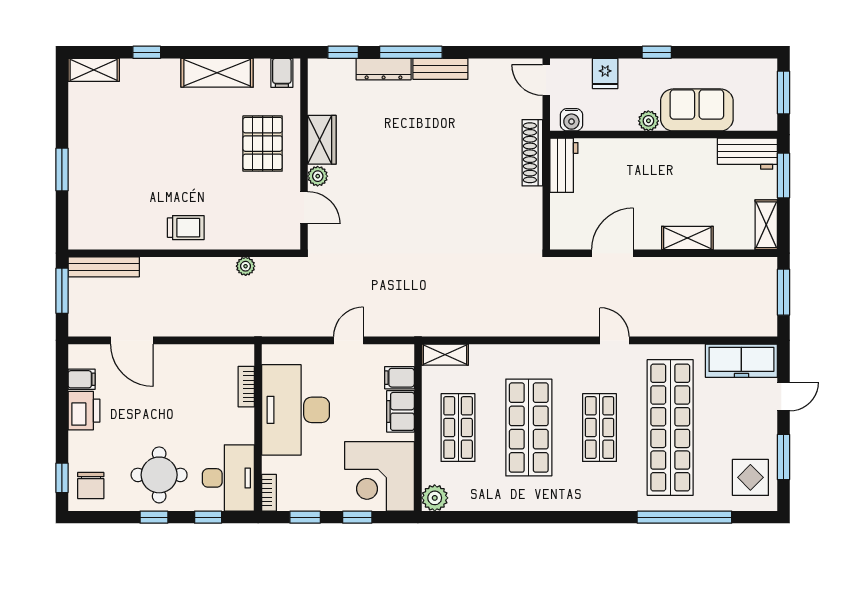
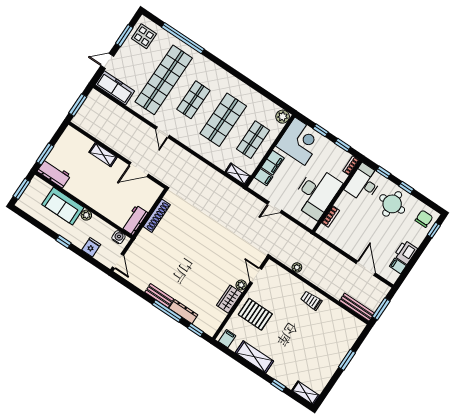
pallet: (263, 144) -> (255, 314), turned 90
shoe rack: (532, 153) -> (157, 216), moved
shelving: (766, 225) -> (66, 138), removed

